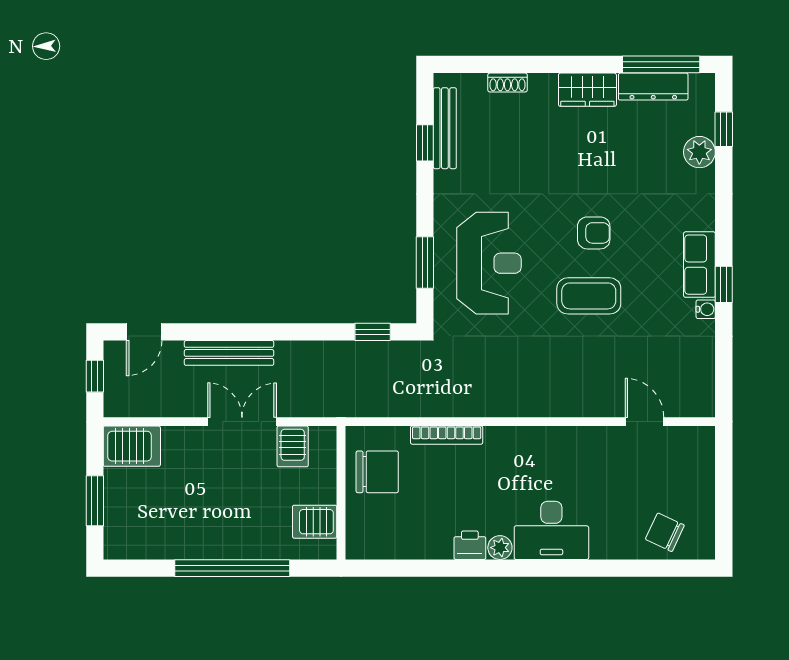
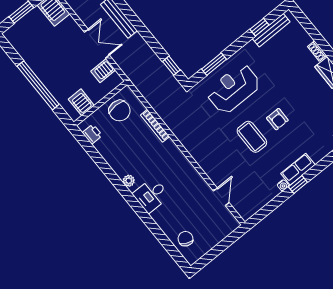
shoe rack: (508, 82) -> (317, 51), moved
reception desk: (489, 263) -> (233, 89), turned 180
desk: (551, 530) -> (151, 195), width x0.73
printer: (470, 545) -> (92, 134), moved

